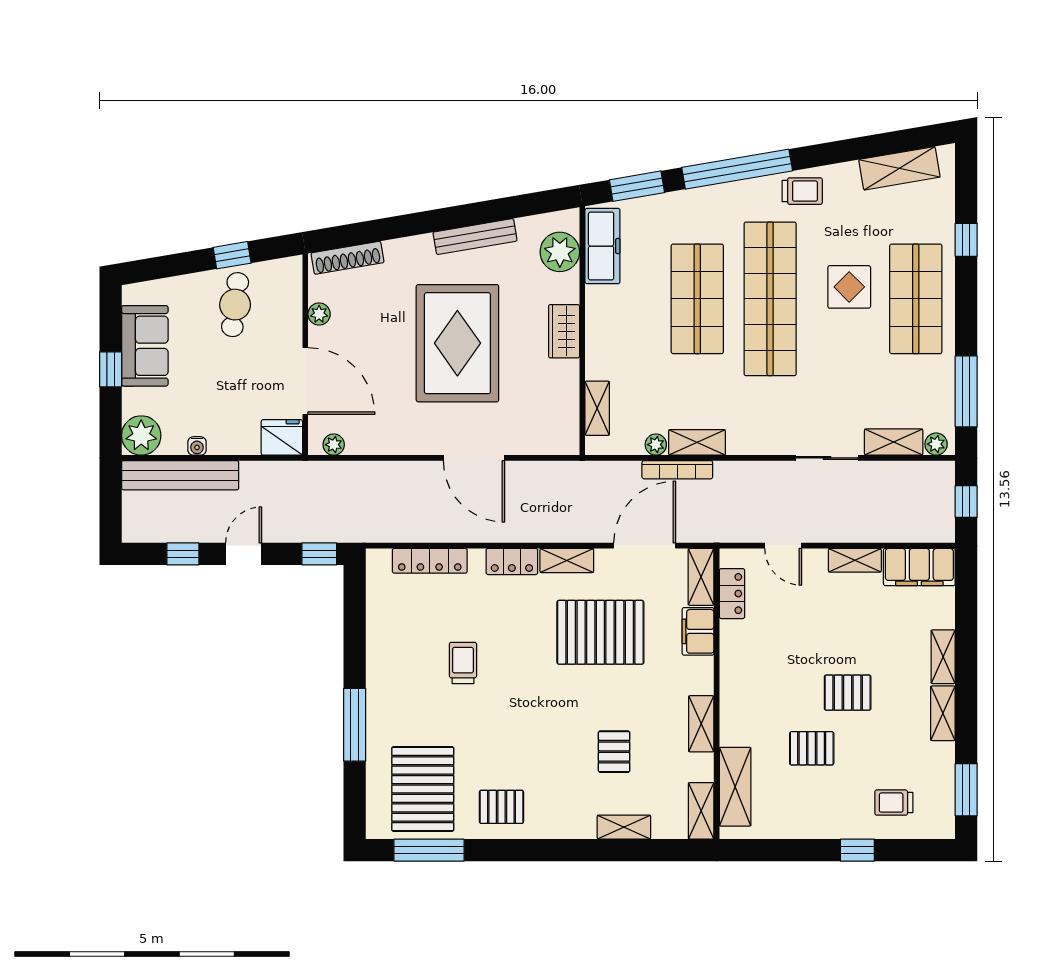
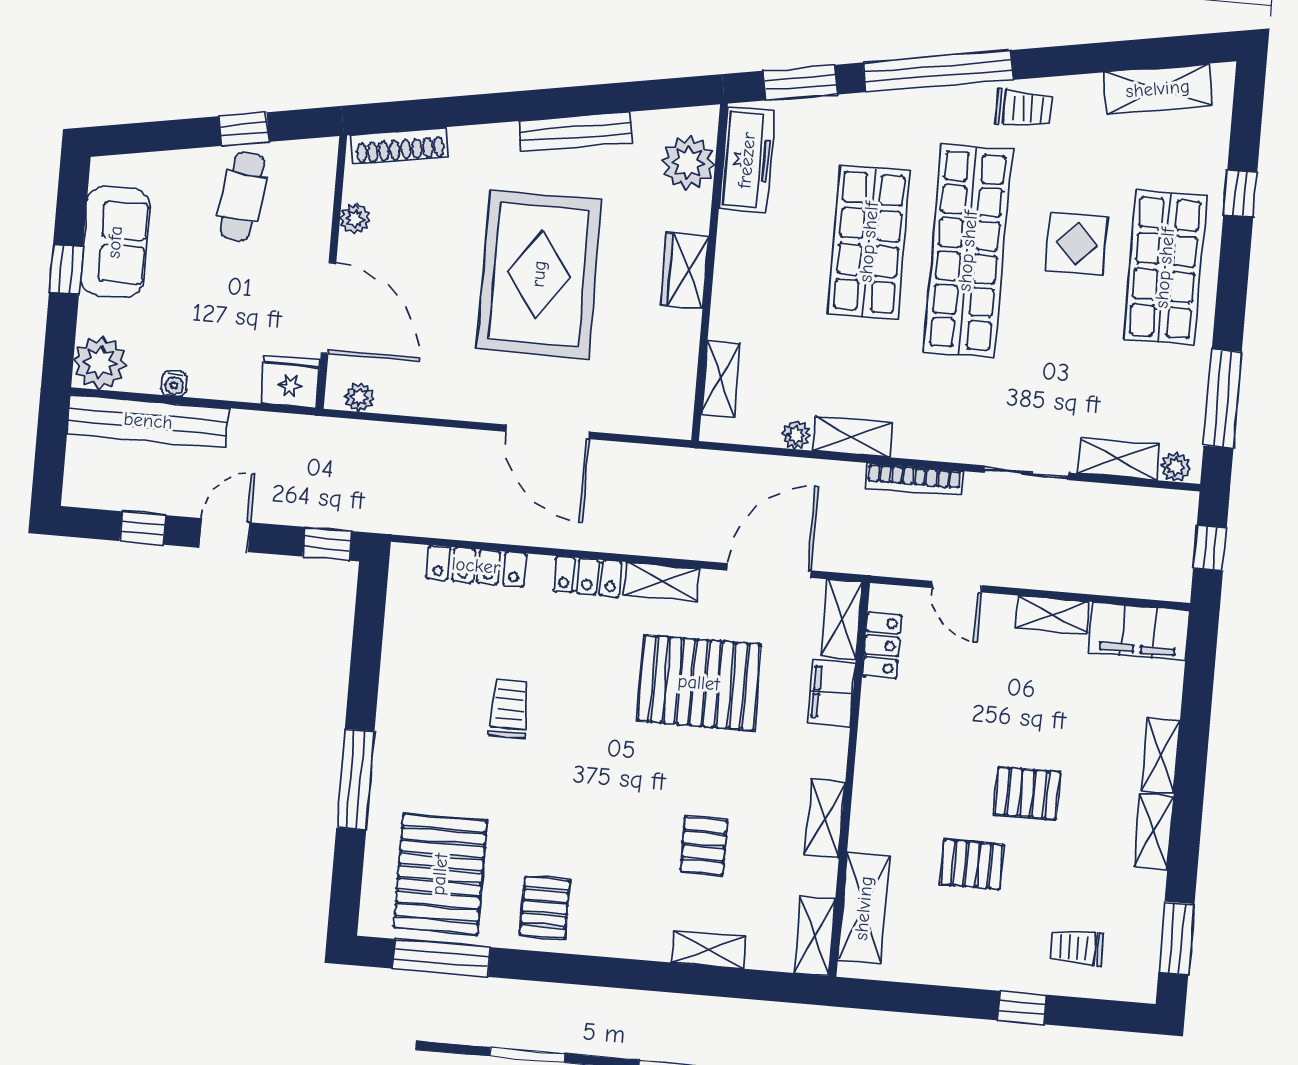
bookcase: (677, 470) -> (914, 479), moved
pallet: (501, 807) -> (545, 908), turned 90

